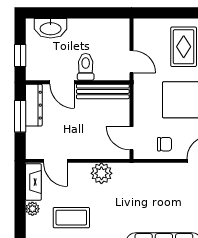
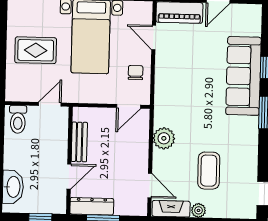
toilet: (86, 67) -> (18, 119), moved, turned -90
bench: (103, 91) -> (79, 142), width x0.73
door: (55, 161) -> (150, 185), hinge flipped

